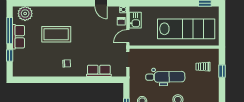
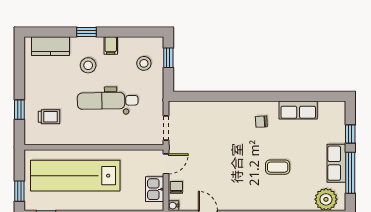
window: (222, 19) -> (19, 191), added
coffee table: (56, 34) -> (278, 167), width x0.54, depth x0.58
row of seats: (99, 71) -> (298, 110), moved

